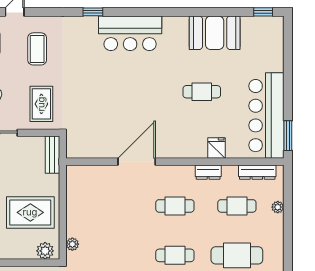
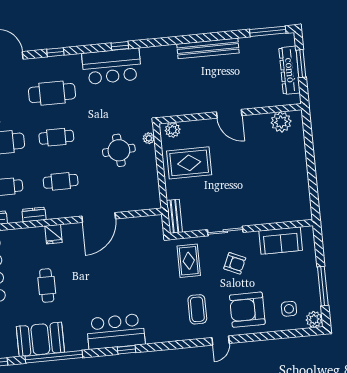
window: (93, 12) -> (126, 350), moved
window: (202, 12) -> (54, 357), added
cafe table: (202, 92) -> (47, 286), turned 90
fridge: (217, 148) -> (53, 234), moved
round table: (107, 234) -> (119, 150), added

